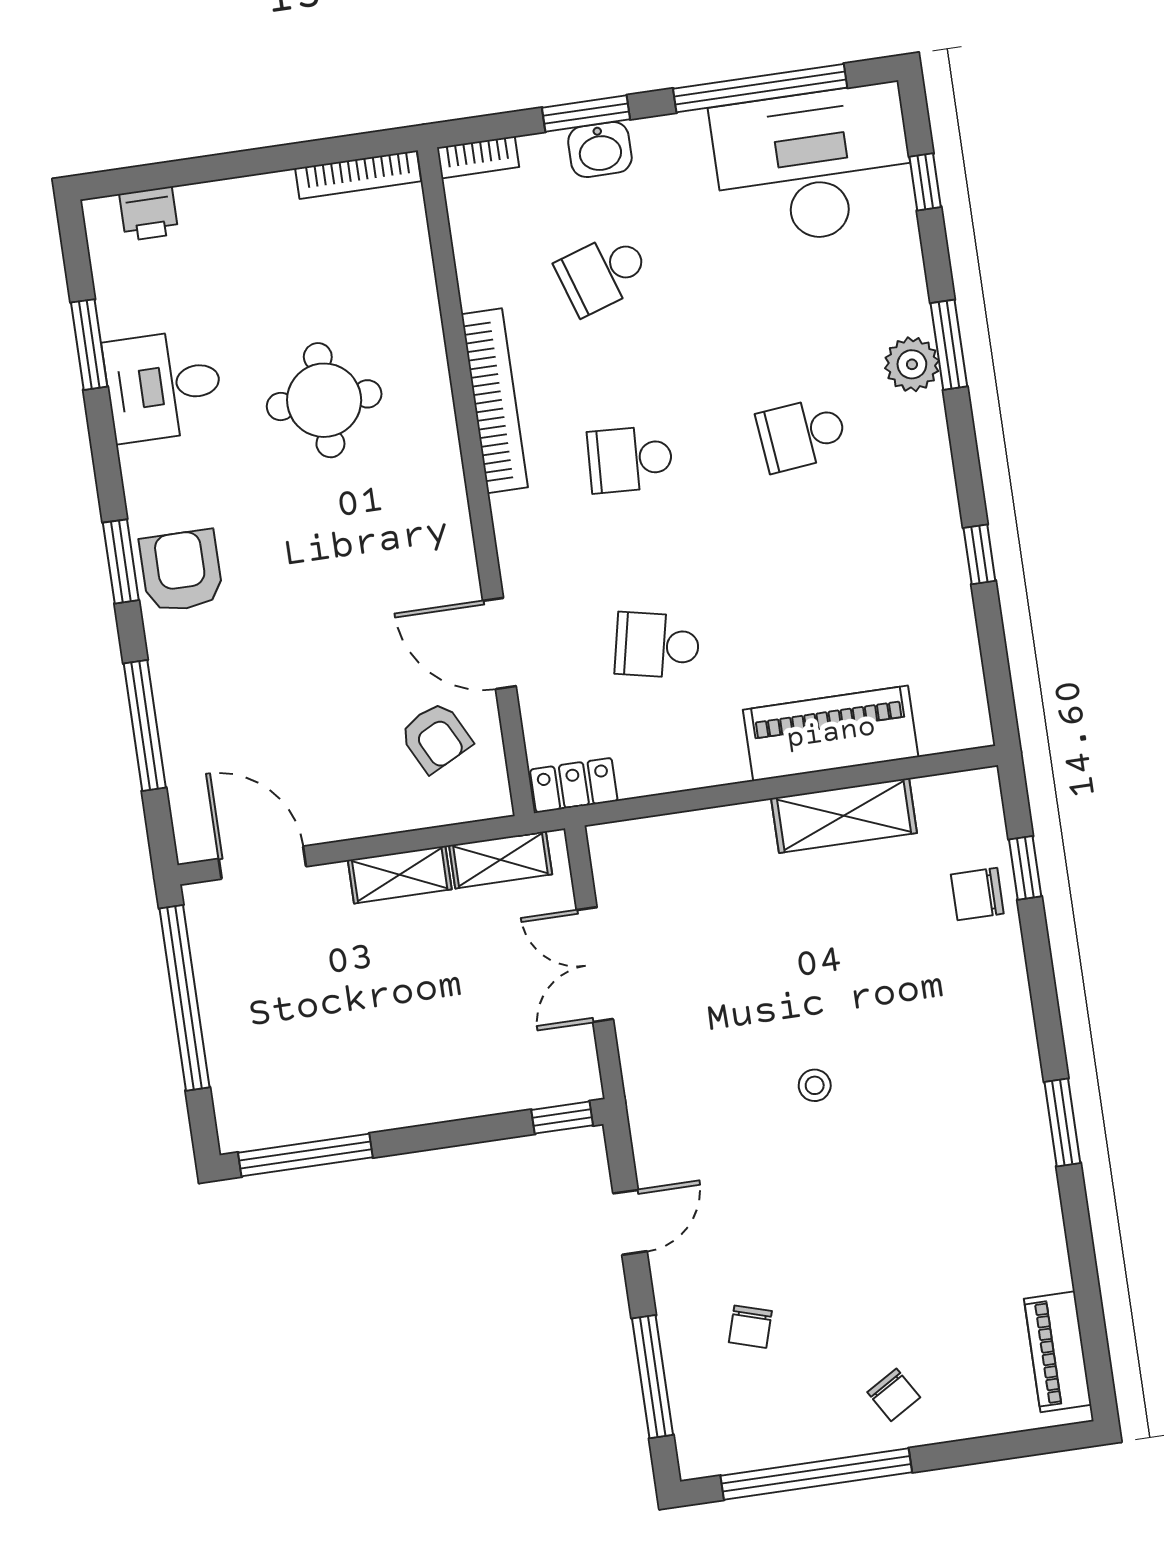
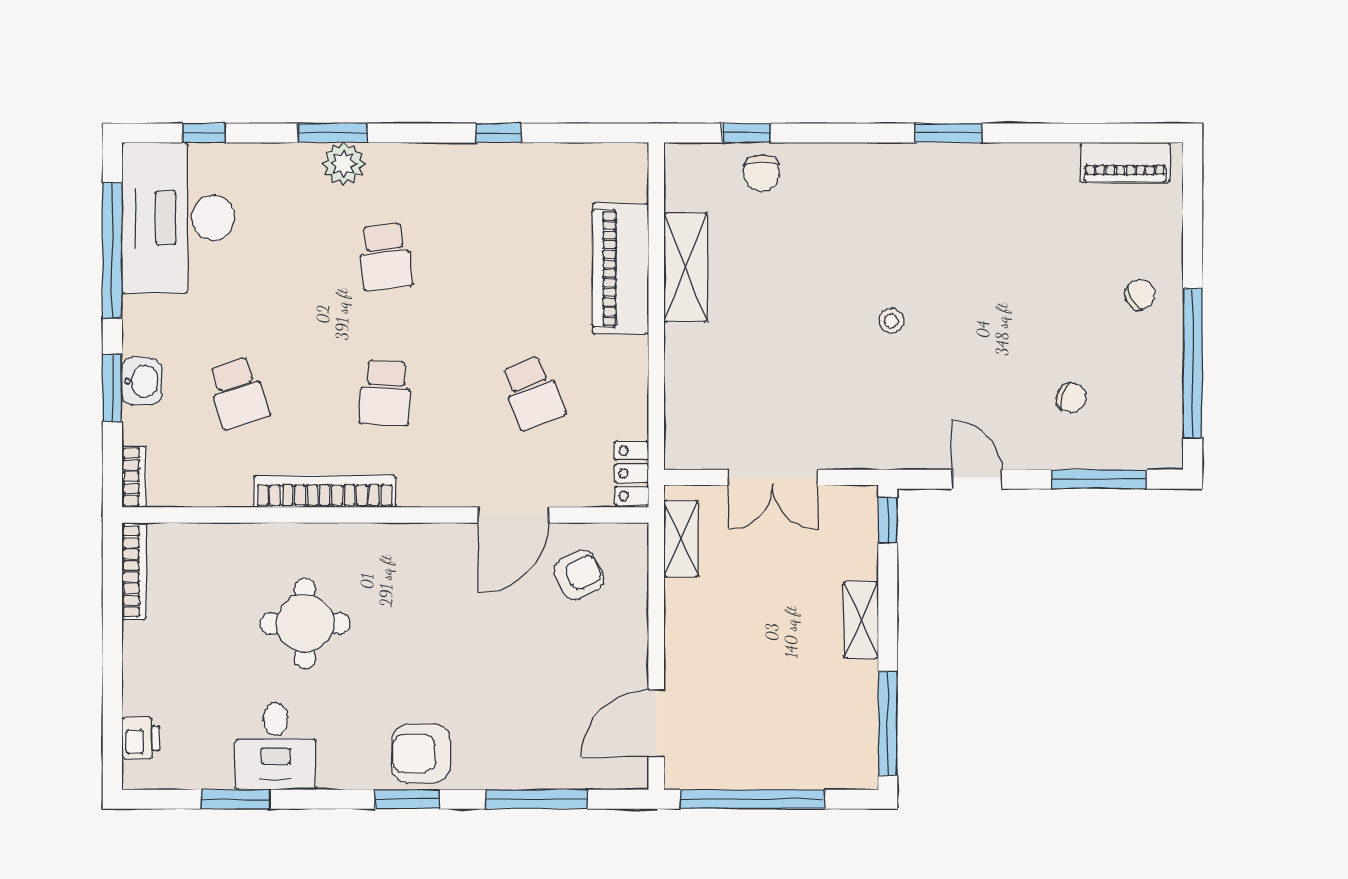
school desk: (657, 645) -> (532, 393), turned -33
shelving: (400, 875) -> (861, 620), moved

